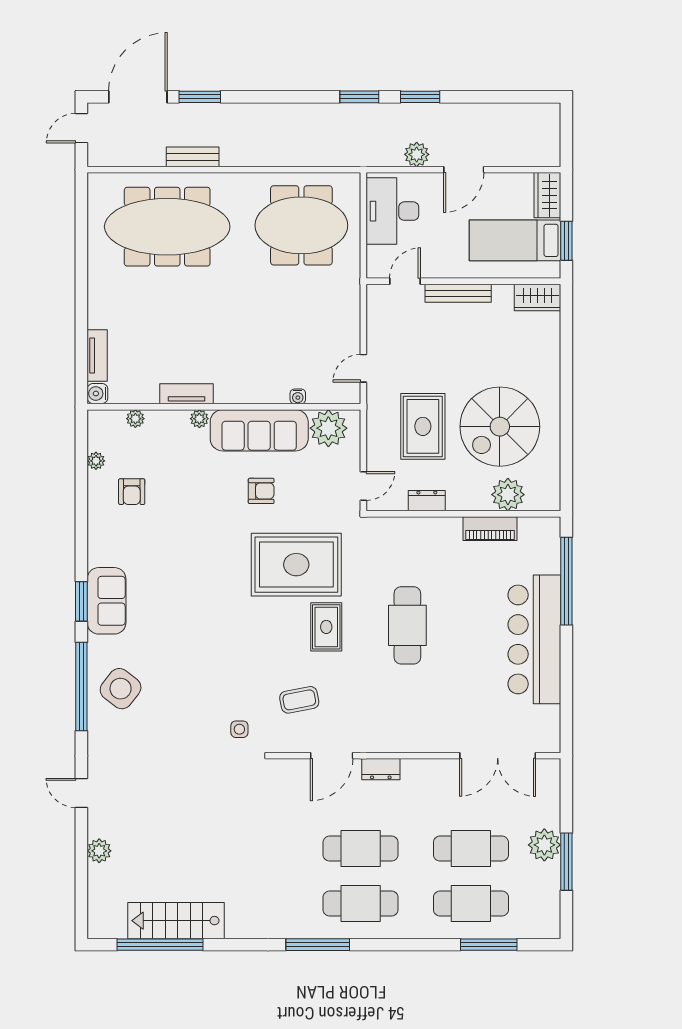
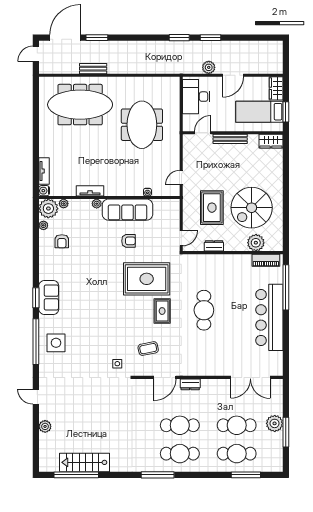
meeting table: (301, 225) -> (142, 125), moved, turned 90
plant: (328, 428) -> (48, 209), moved
piano: (490, 529) -> (266, 260), moved
side table: (121, 689) -> (56, 343), turned -38

